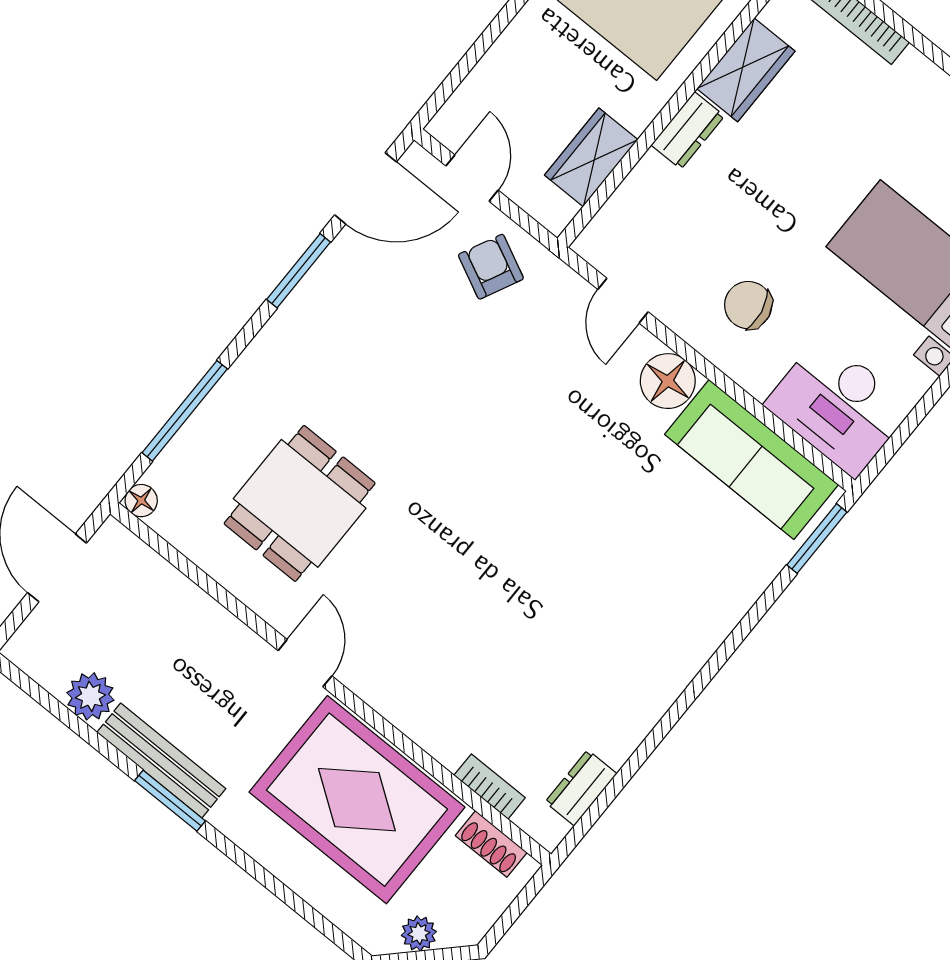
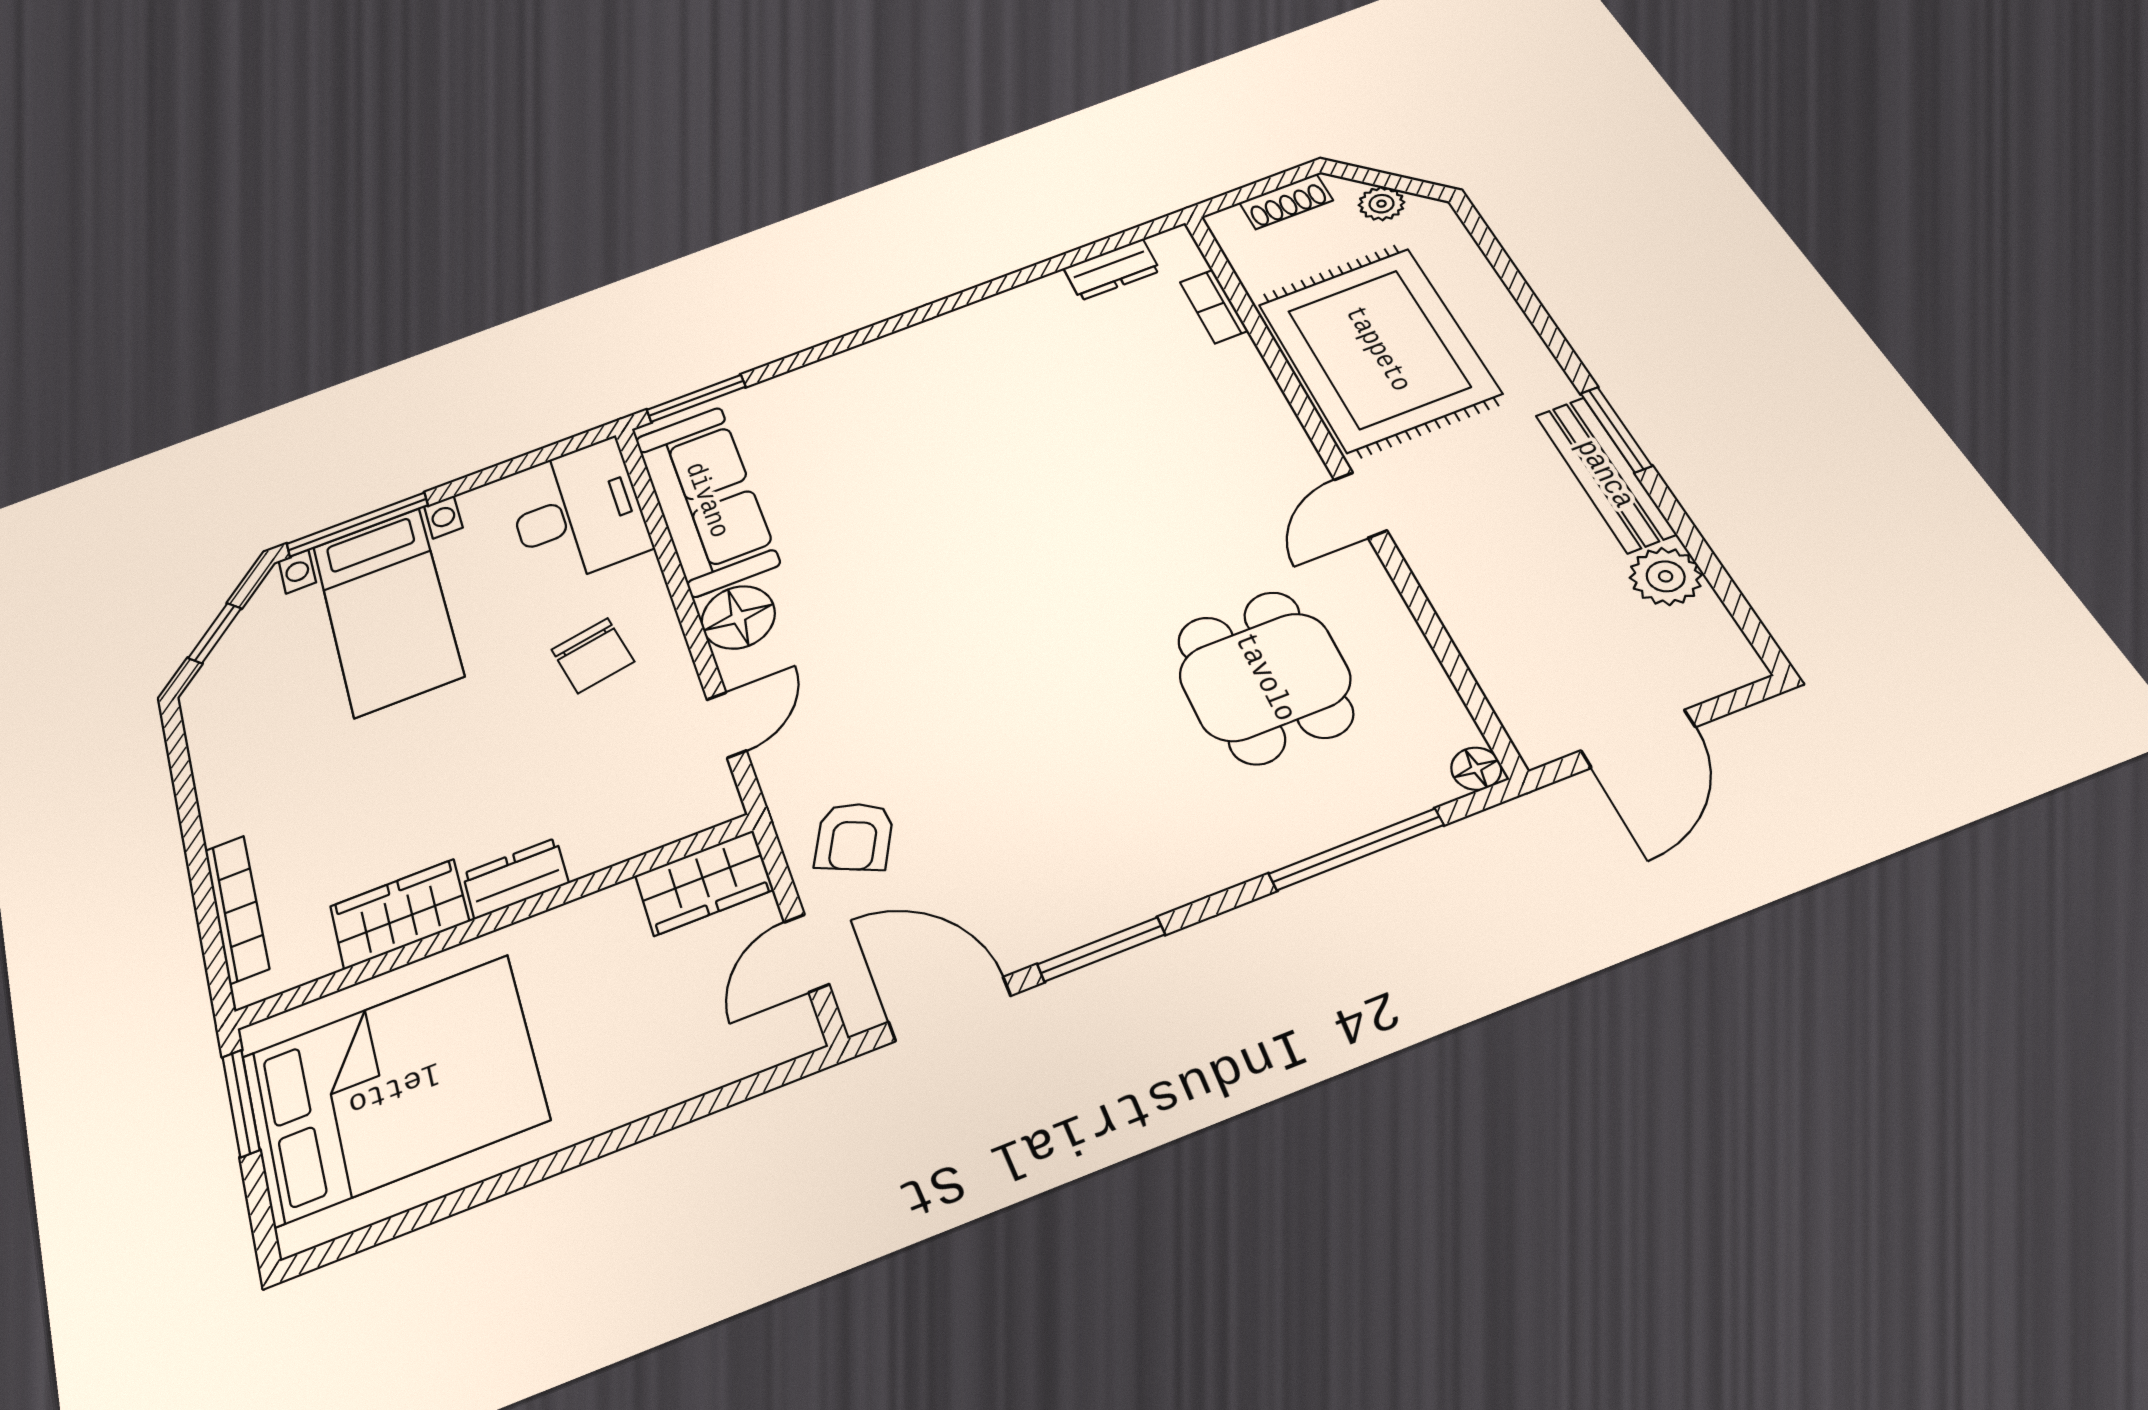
wardrobe: (591, 157) -> (704, 883), moved
dining table: (300, 503) -> (1265, 677), turned 90
shoe rack: (491, 844) -> (1286, 201), moved, turned 90

